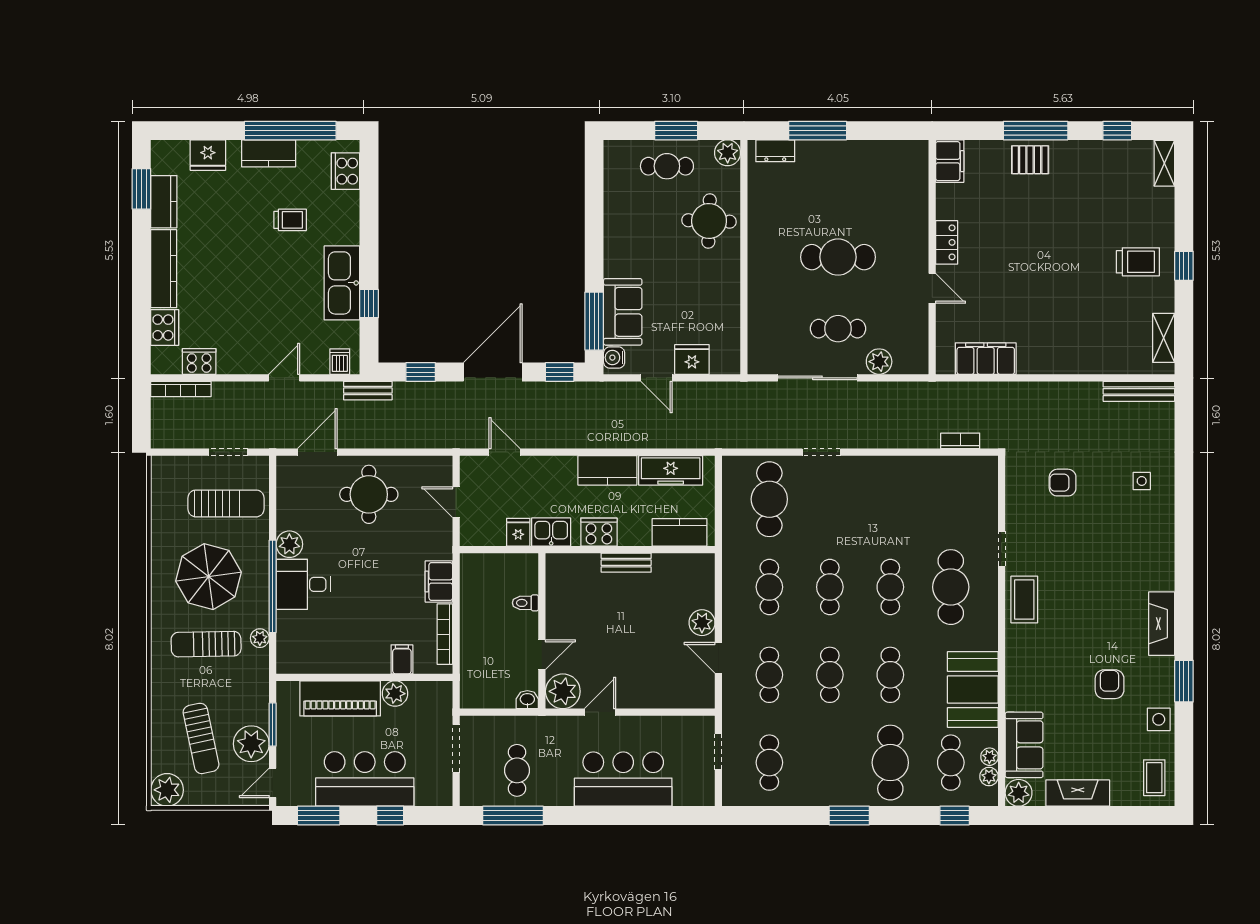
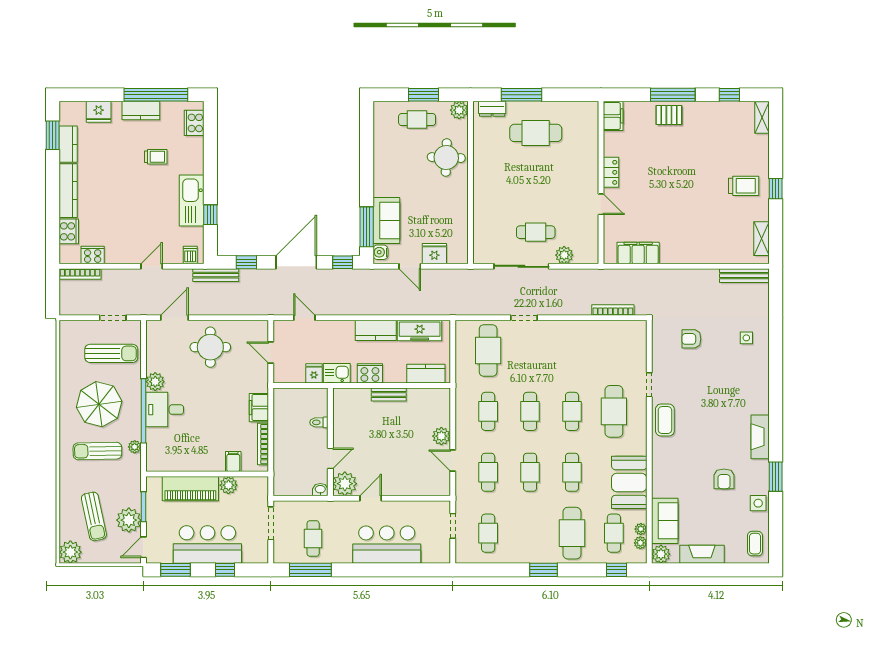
cafe table: (838, 257) -> (536, 133), moved
bench: (368, 391) -> (216, 275), width x1.36
bookcase: (960, 441) -> (613, 310), width x1.56
armchair: (1110, 684) -> (724, 479), turned 180

